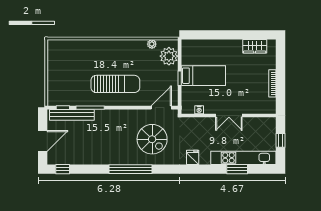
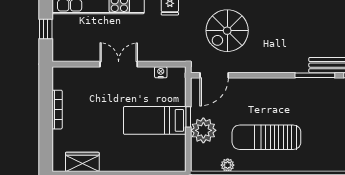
plant: (169, 56) -> (203, 130), moved
sun lounger: (115, 84) -> (266, 137), moved
spiral stairs: (152, 139) -> (227, 31), turned -90

